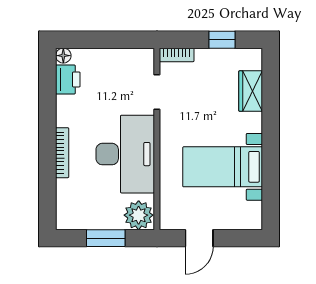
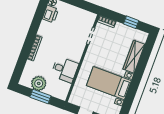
wardrobe: (251, 91) -> (134, 57), width x1.50
desk: (125, 154) -> (65, 70), width x0.53, depth x0.77
plant: (139, 215) -> (39, 83), moved

